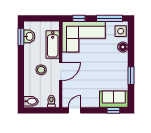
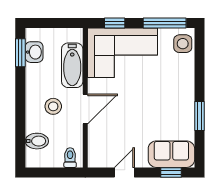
floor lamp: (123, 47) -> (186, 69), removed
bidet: (31, 101) -> (37, 141), moved
door: (74, 110) -> (124, 172), moved

